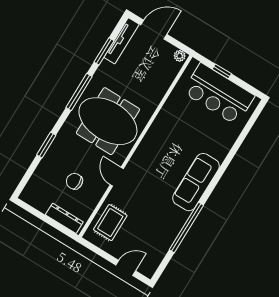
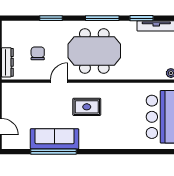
meeting table: (108, 121) -> (94, 51), turned 90
sofa: (196, 182) -> (55, 139), moved
rug: (110, 223) -> (87, 107), moved

